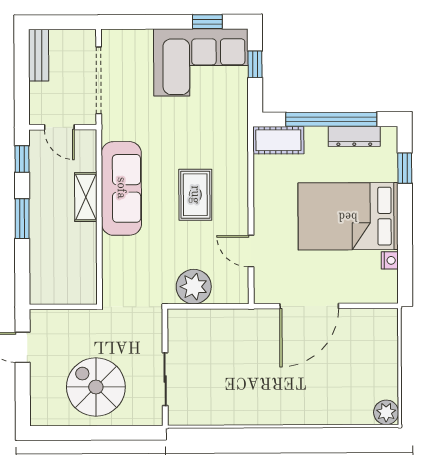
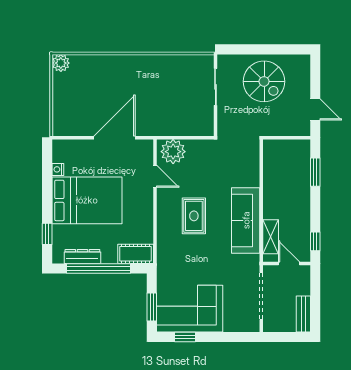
window: (255, 64) -> (152, 307), width x1.50
shelving: (86, 197) -> (271, 237), moved
window: (22, 219) -> (315, 172), moved
plant: (194, 287) -> (173, 152), moved

